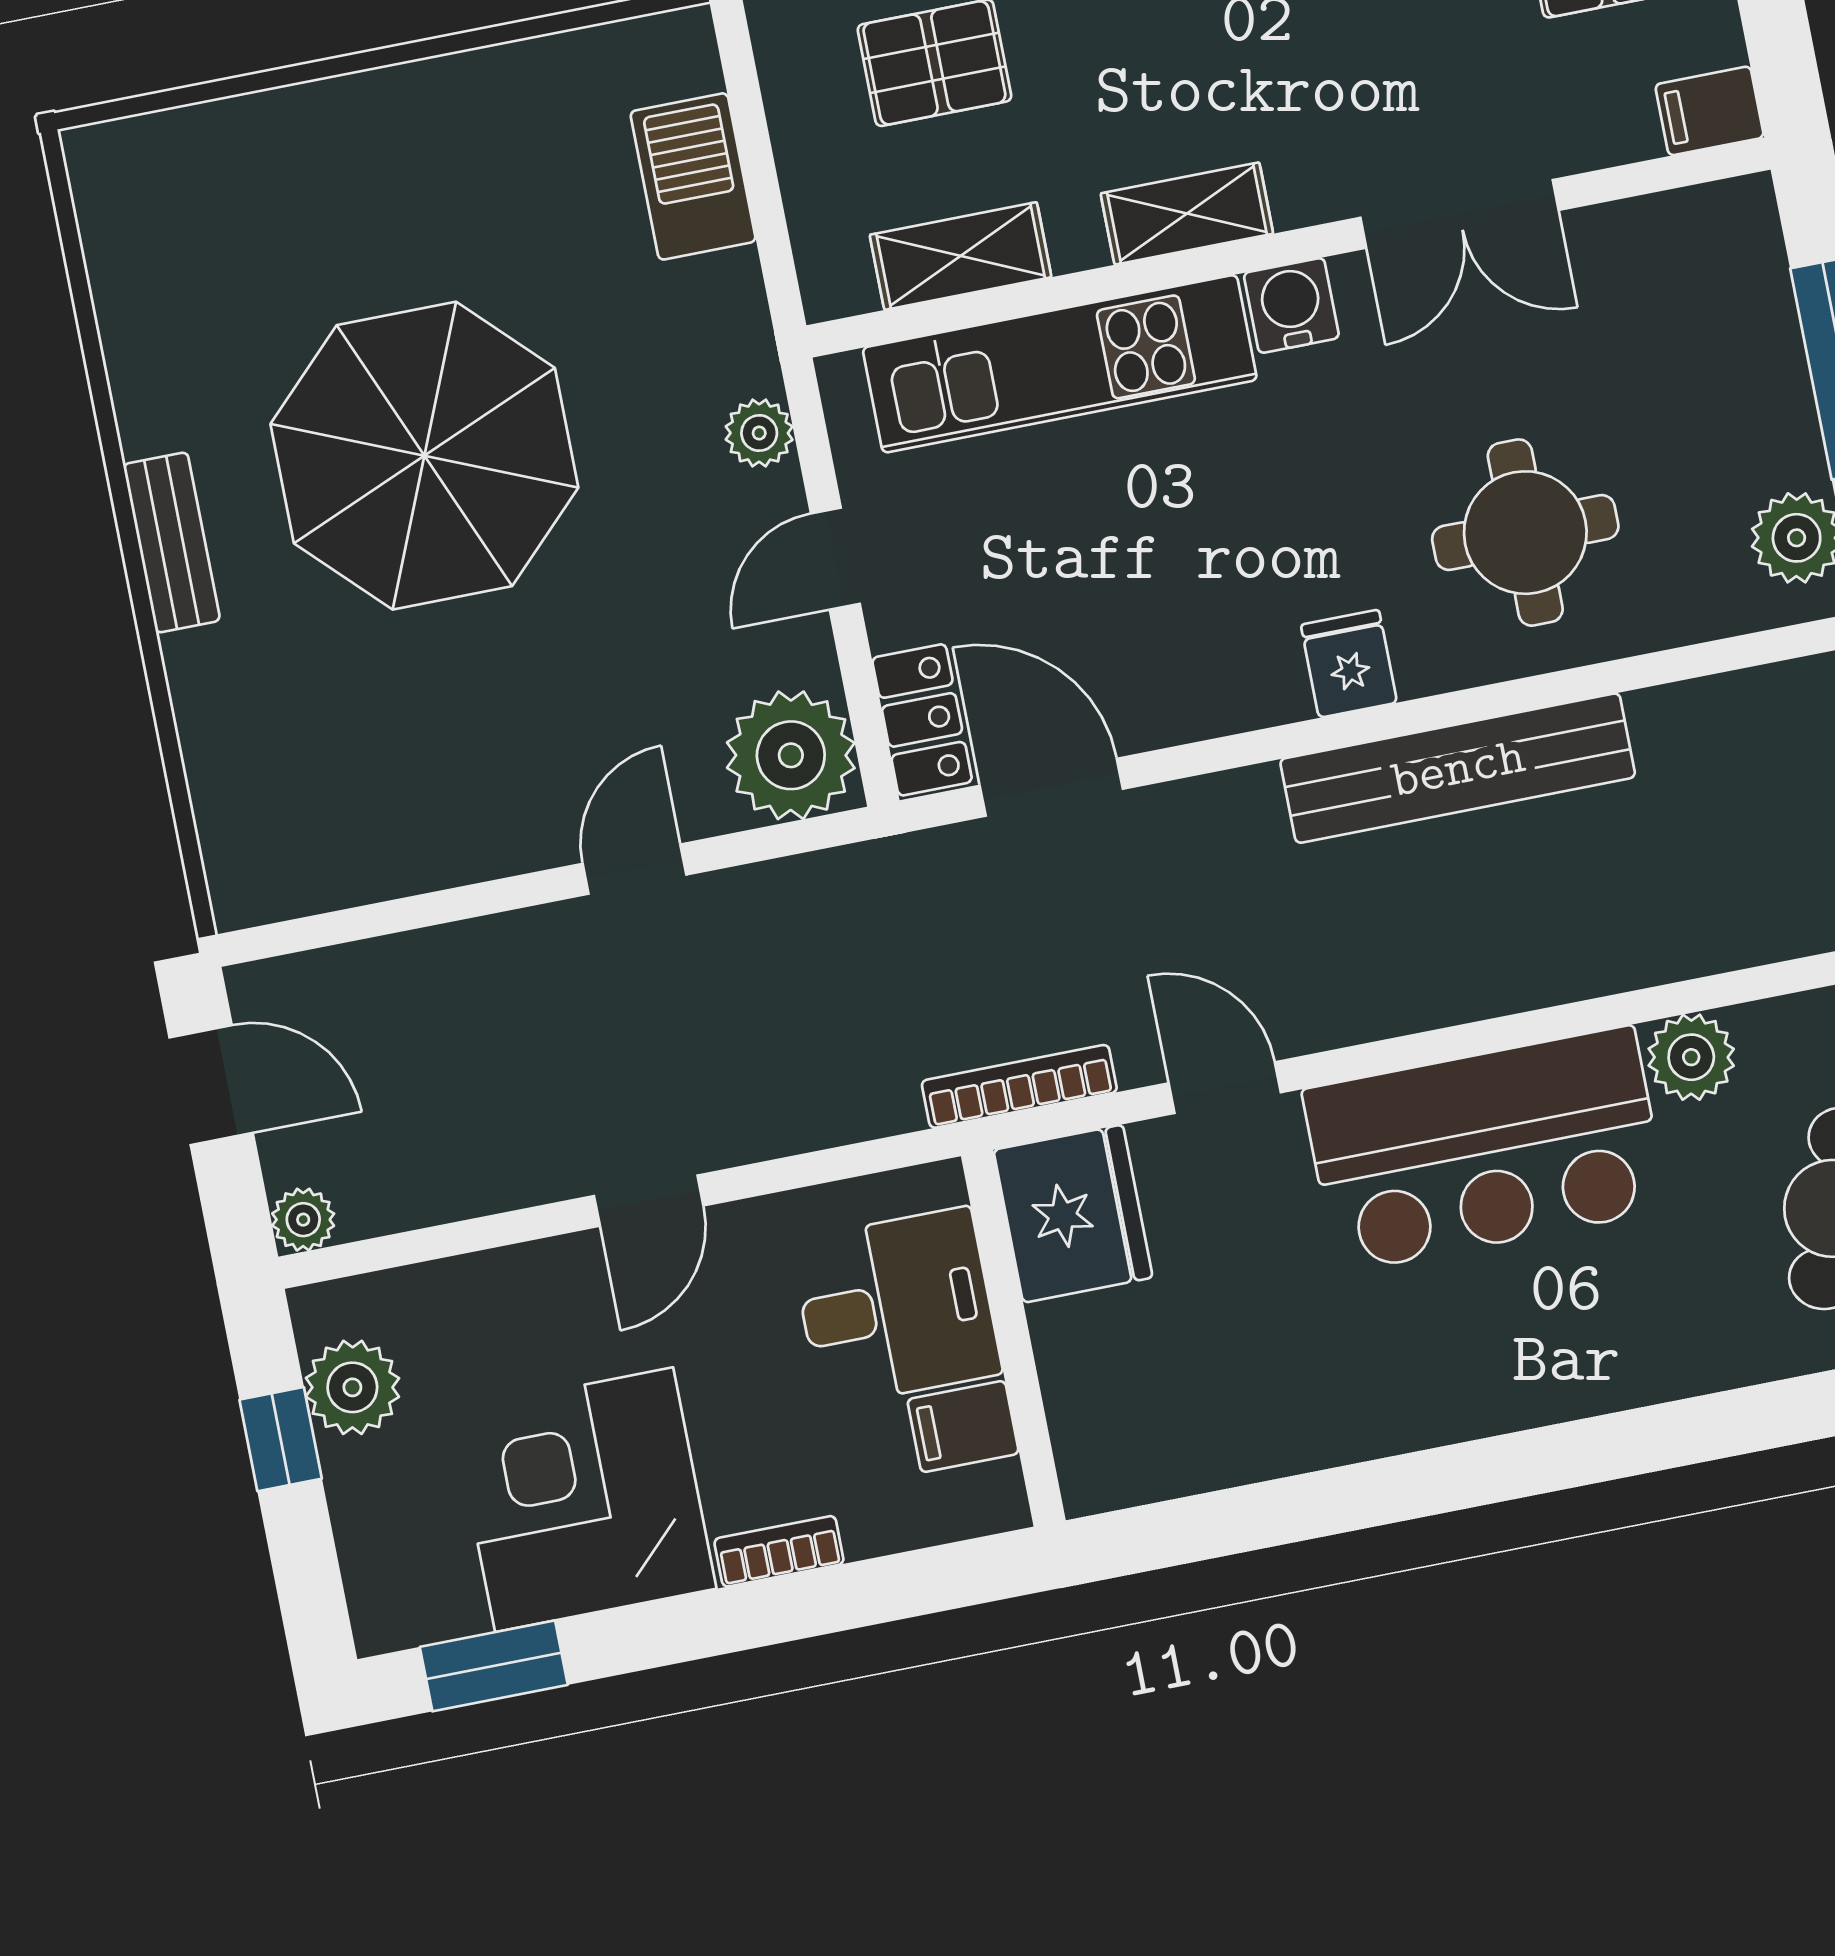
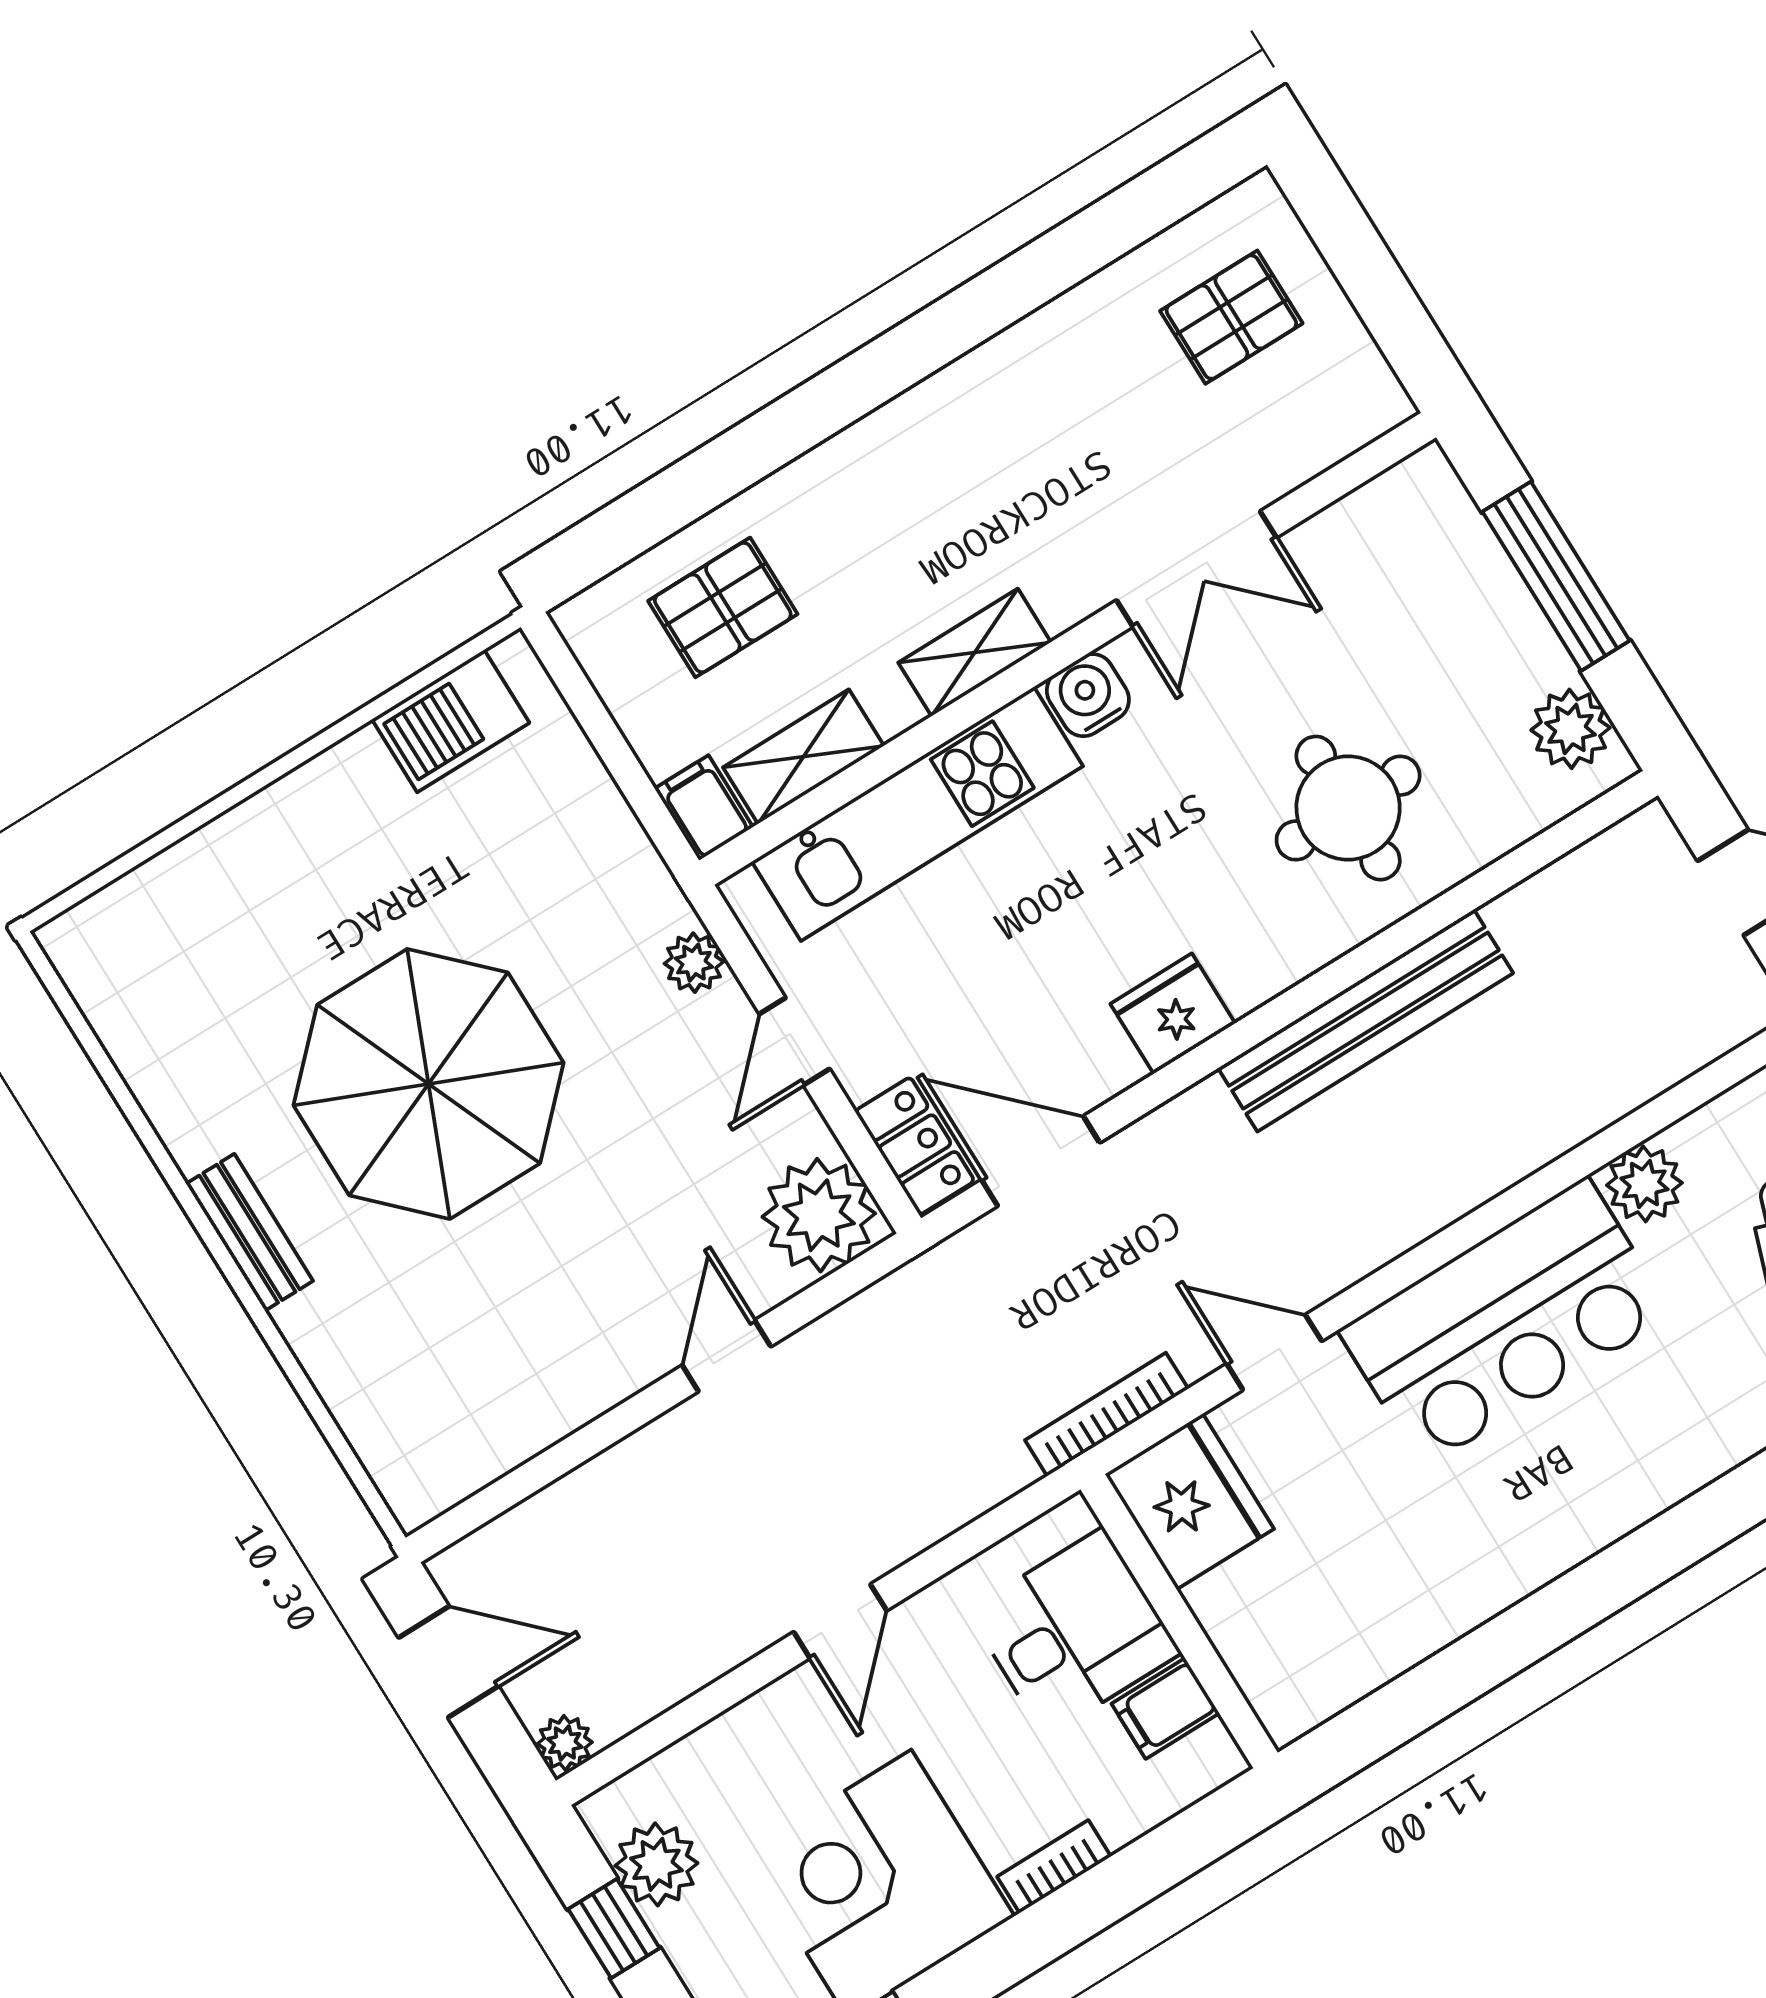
filing cabinet: (1710, 111) -> (704, 808), moved, turned 90
barbecue: (693, 176) -> (451, 721), moved, turned -90
fridge: (1349, 664) -> (1173, 1014), moved, width x1.38

